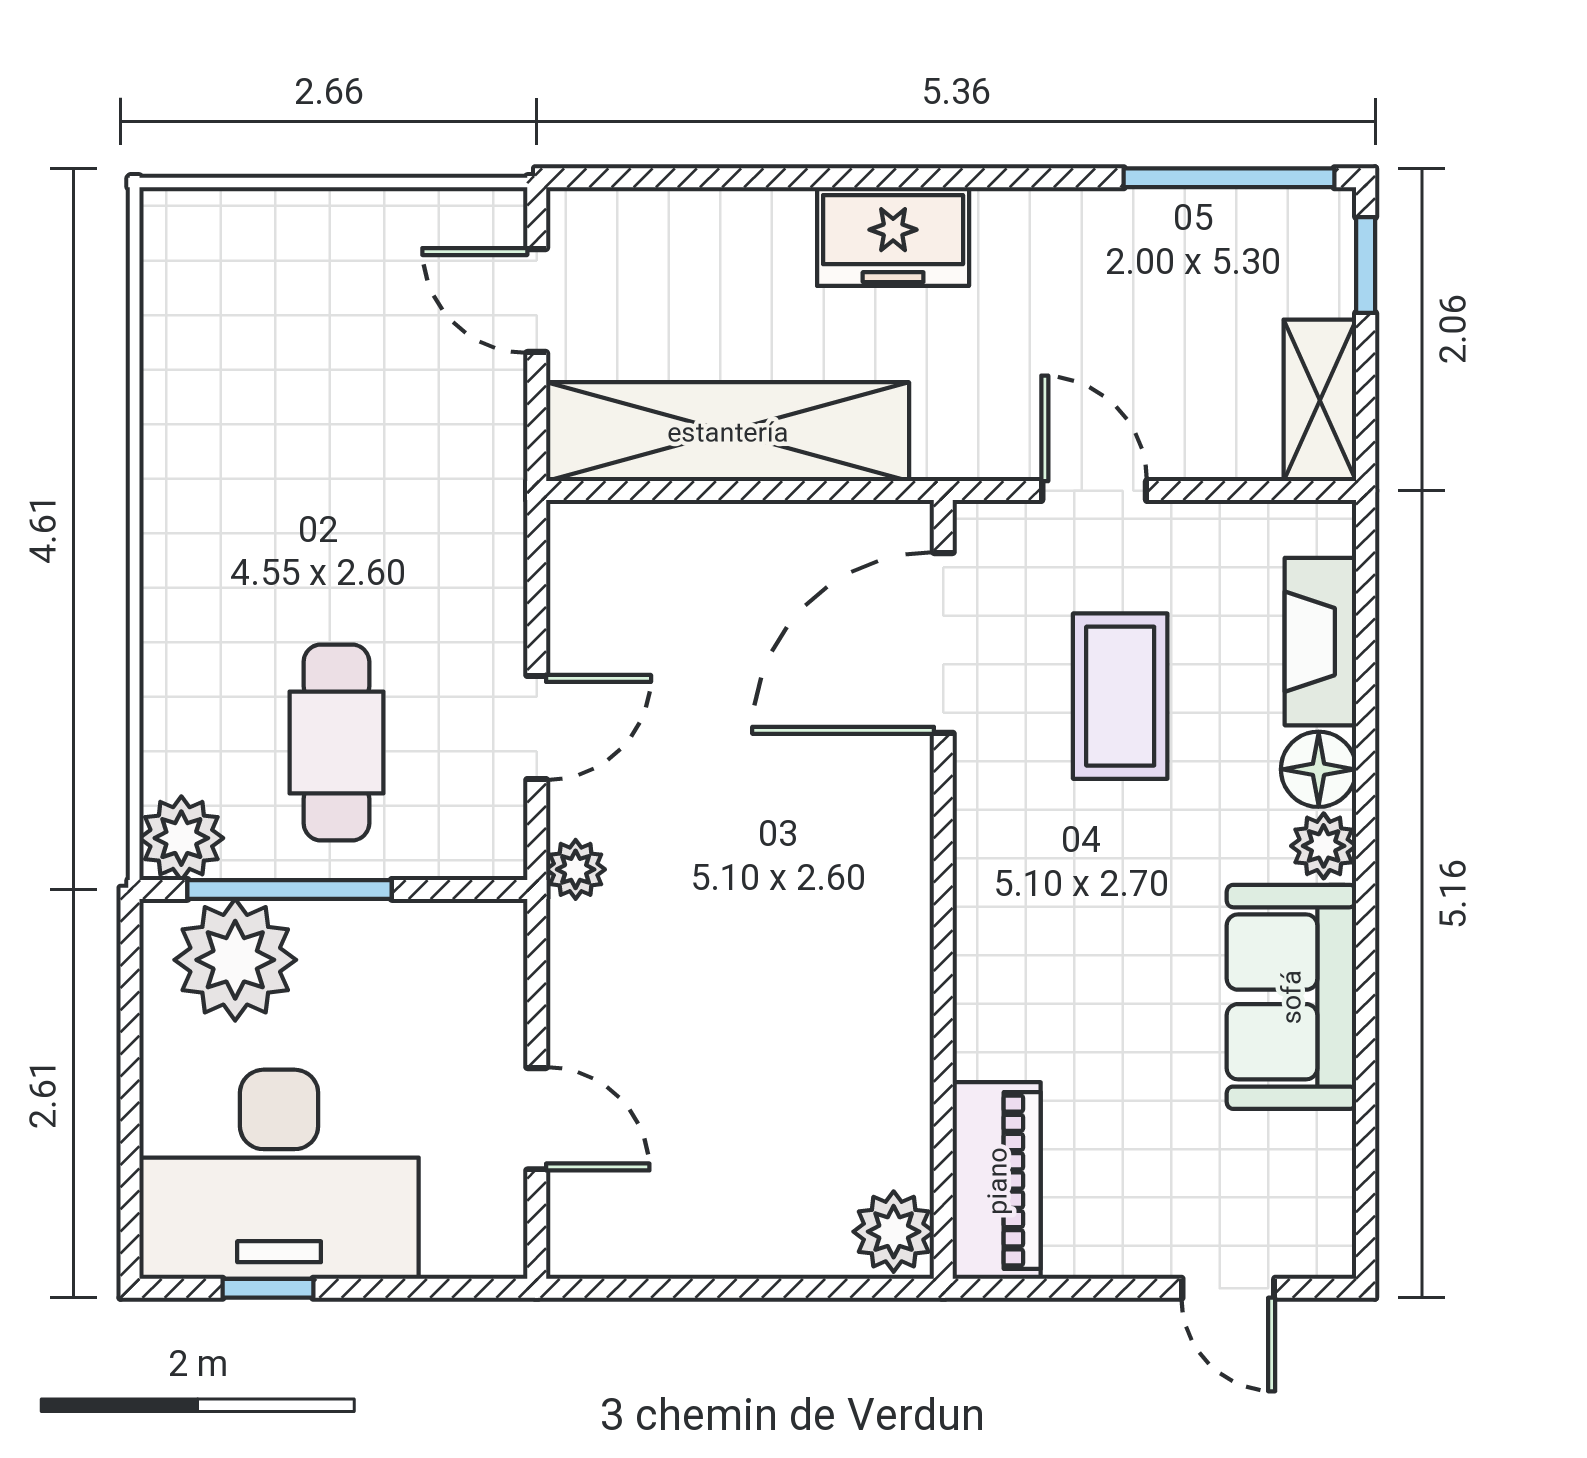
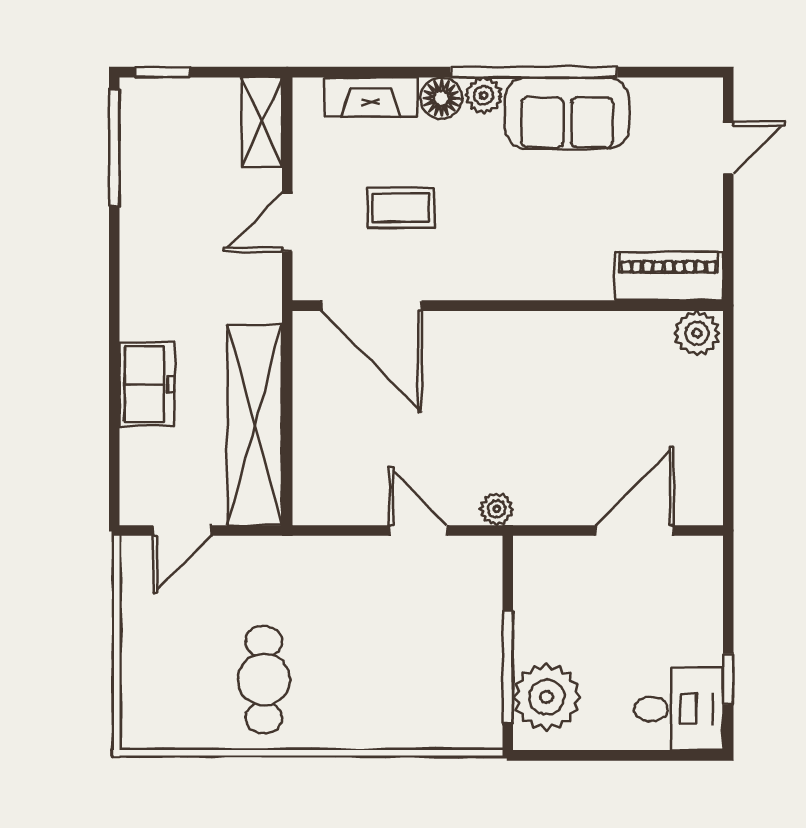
freezer: (893, 237) -> (147, 384), moved
shelving: (1320, 400) -> (262, 122), moved, turned 90
coffee table: (1120, 696) -> (401, 208), width x0.73, depth x0.77
cafe table: (336, 743) -> (264, 680), moved, turned 90
plant: (181, 838) -> (479, 727), removed
window: (1366, 936) -> (534, 72), added
door: (537, 1119) -> (635, 530), width x1.38
desk: (279, 1174) -> (679, 709), width x0.53, depth x0.77

